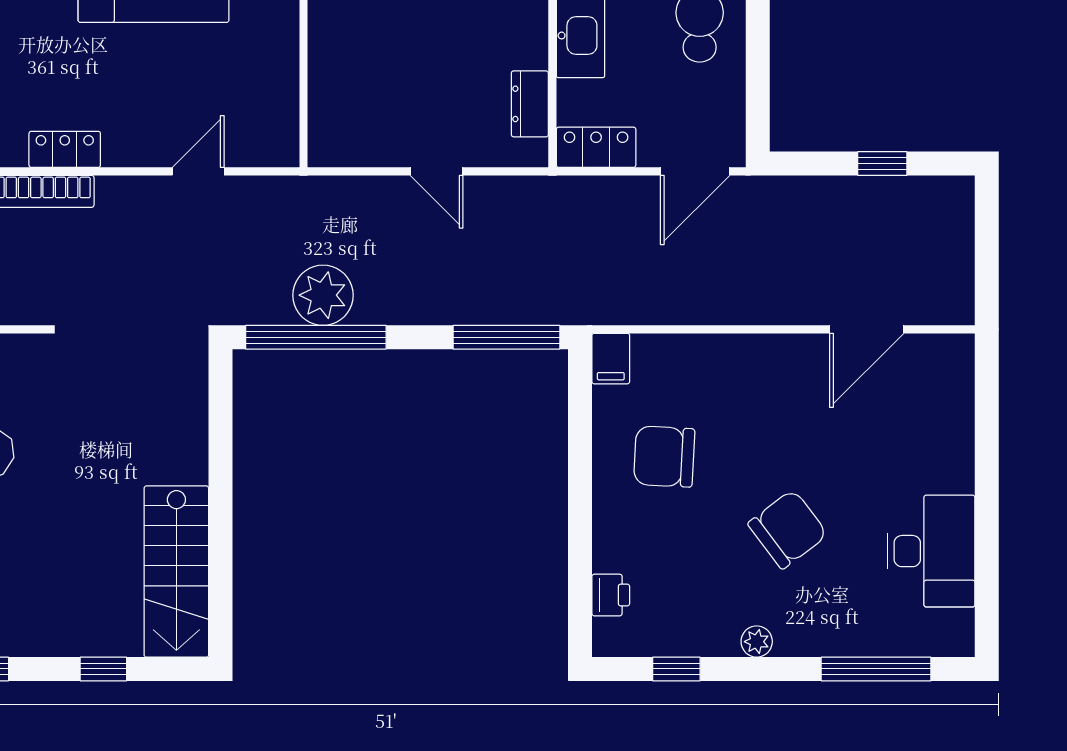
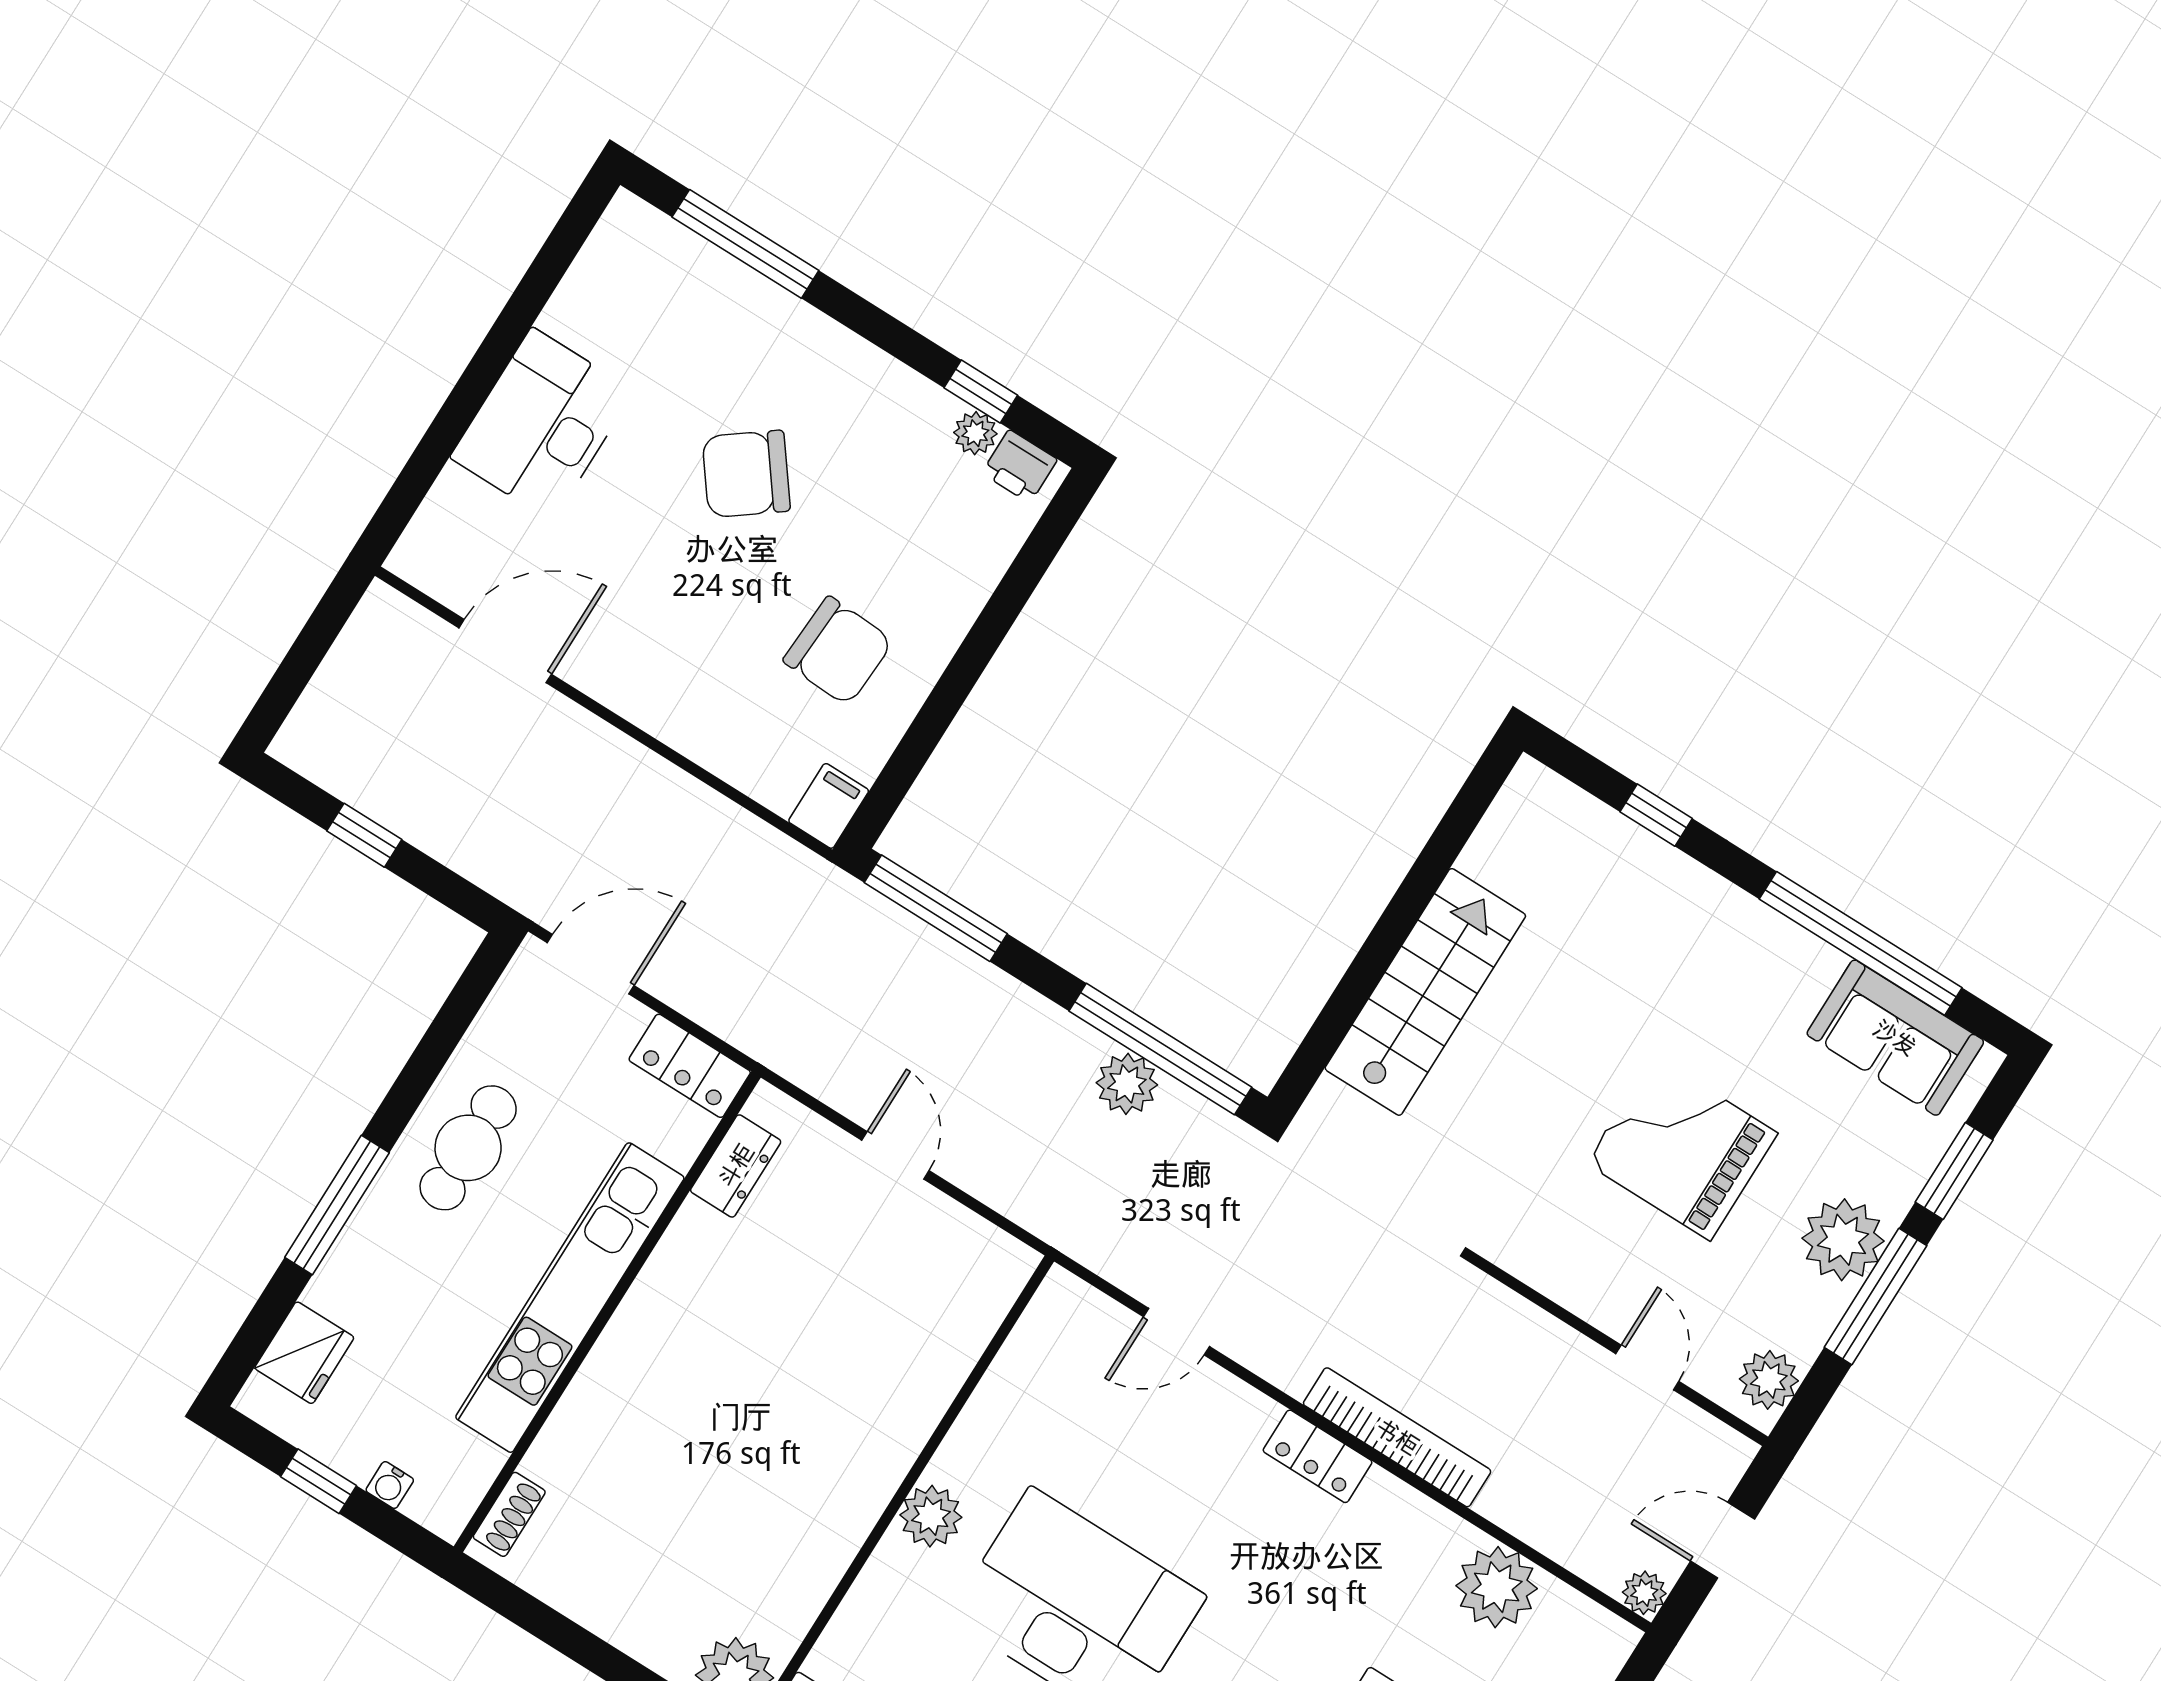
plant: (323, 295) -> (1127, 1084), width x0.73, depth x0.73
desk: (931, 551) -> (542, 424), moved
stairs: (176, 572) -> (1425, 992), moved
printer: (611, 595) -> (1020, 466), moved, turned -90
plant: (757, 642) -> (975, 433), moved

